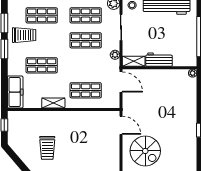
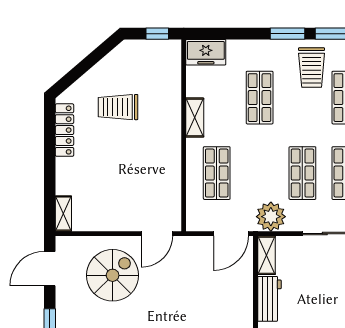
plant: (115, 55) -> (271, 217), width x1.88, depth x1.88
freezer: (15, 92) -> (206, 52), width x0.71
spiral stairs: (145, 151) -> (113, 275), turned 180

